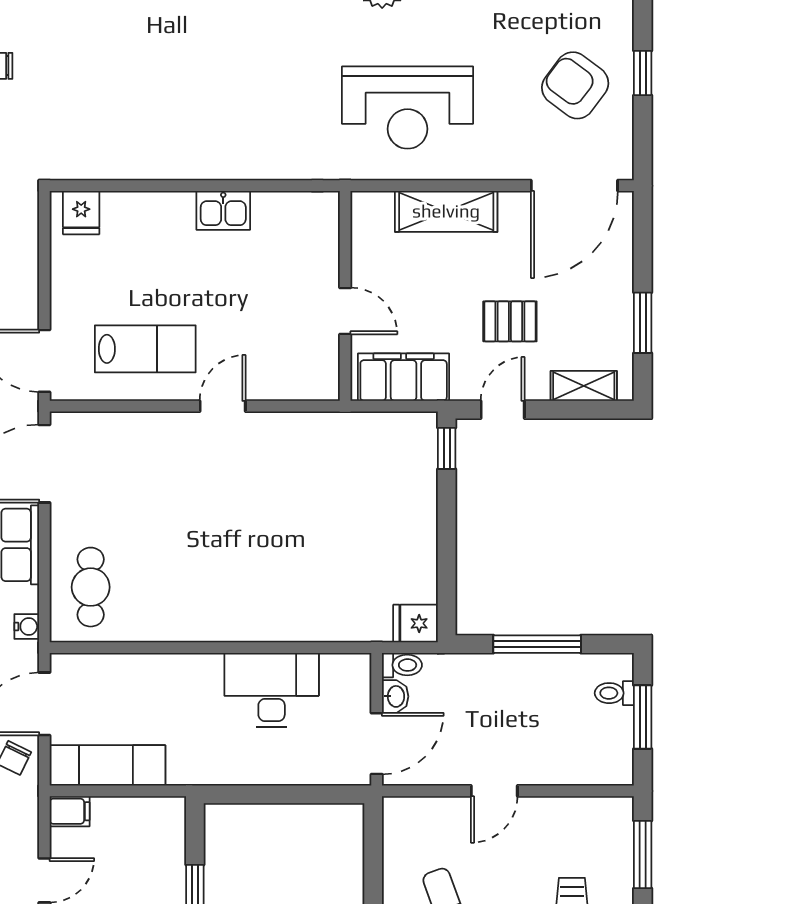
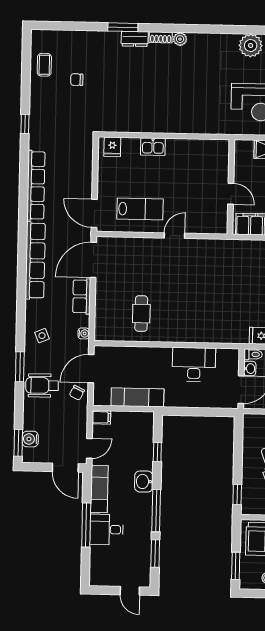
kitchen sink: (223, 210) -> (153, 147), moved
cafe table: (91, 587) -> (141, 314), moved
exam couch: (107, 765) -> (137, 397), moved

